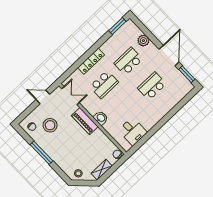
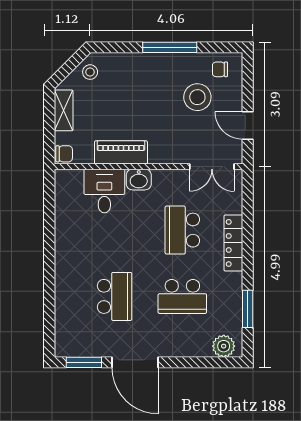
window: (117, 26) -> (248, 309), moved
plant: (143, 41) -> (224, 346), moved
school desk: (128, 61) -> (182, 296), turned 90
door: (43, 97) -> (248, 126), swing flipped
piano: (85, 121) -> (121, 152), moved
desk: (133, 131) -> (104, 191), moved, turned 90

